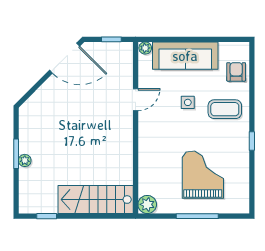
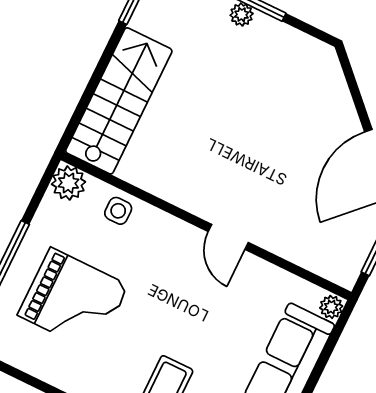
door: (136, 100) -> (228, 237), moved
side table: (188, 102) -> (118, 211), moved

